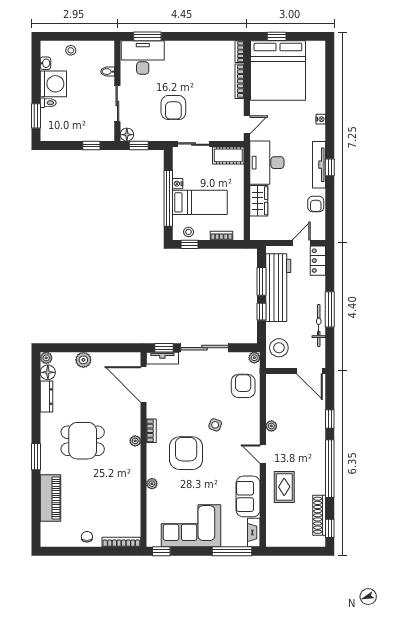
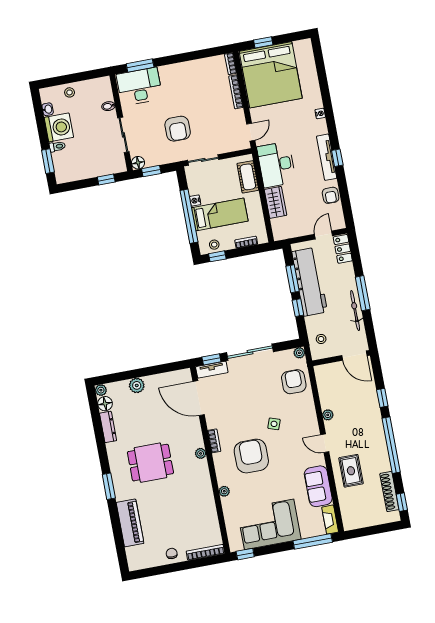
cot: (228, 155) -> (248, 177), moved, turned 90
stool: (279, 348) -> (321, 339), width x0.53, depth x0.53

